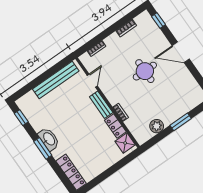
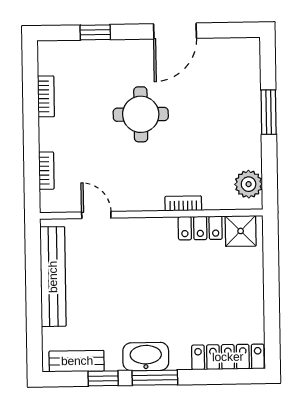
window: (158, 20) -> (95, 32), moved
door: (181, 52) -> (175, 31), moved
bench: (101, 105) -> (77, 361), moved
window: (21, 118) -> (103, 378), moved
plant: (157, 126) -> (249, 184), moved

